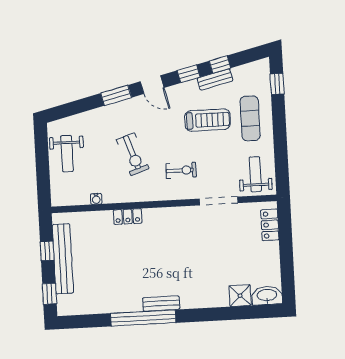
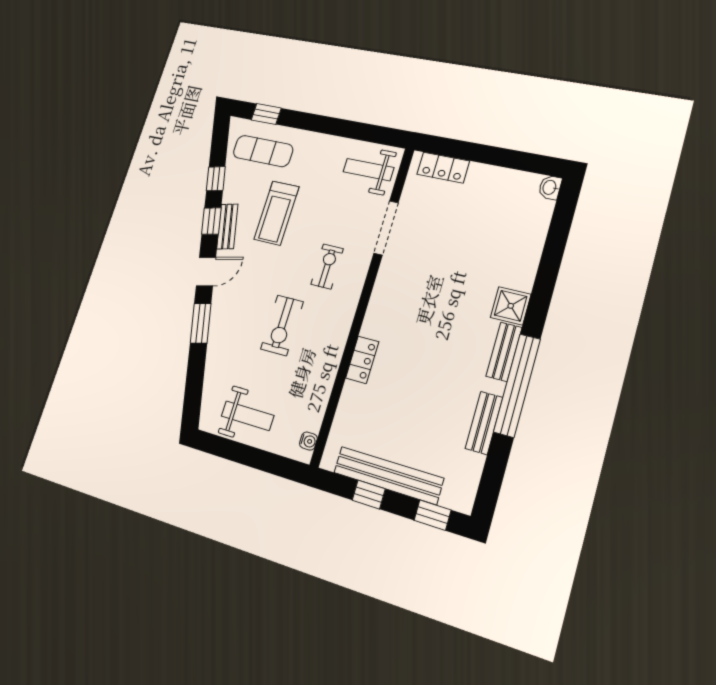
bench: (215, 80) -> (227, 226), moved
exercise mat: (250, 118) -> (263, 151), moved
treadmill: (208, 120) -> (276, 213), turned 180
exercise bike: (133, 154) -> (282, 325), turned 109
water cooler: (96, 199) -> (308, 441), moved
shower: (240, 296) -> (511, 306), moved
washbasin: (267, 296) -> (550, 187), width x0.52, depth x0.69
bench: (114, 306) -> (484, 423), added

